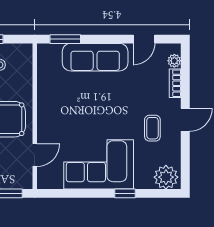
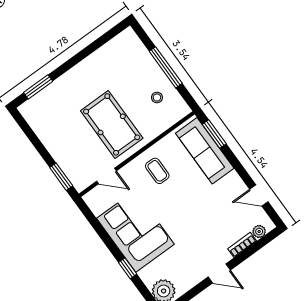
sofa: (95, 57) -> (205, 151), moved
coffee table: (152, 128) -> (157, 171), moved, turned 90

